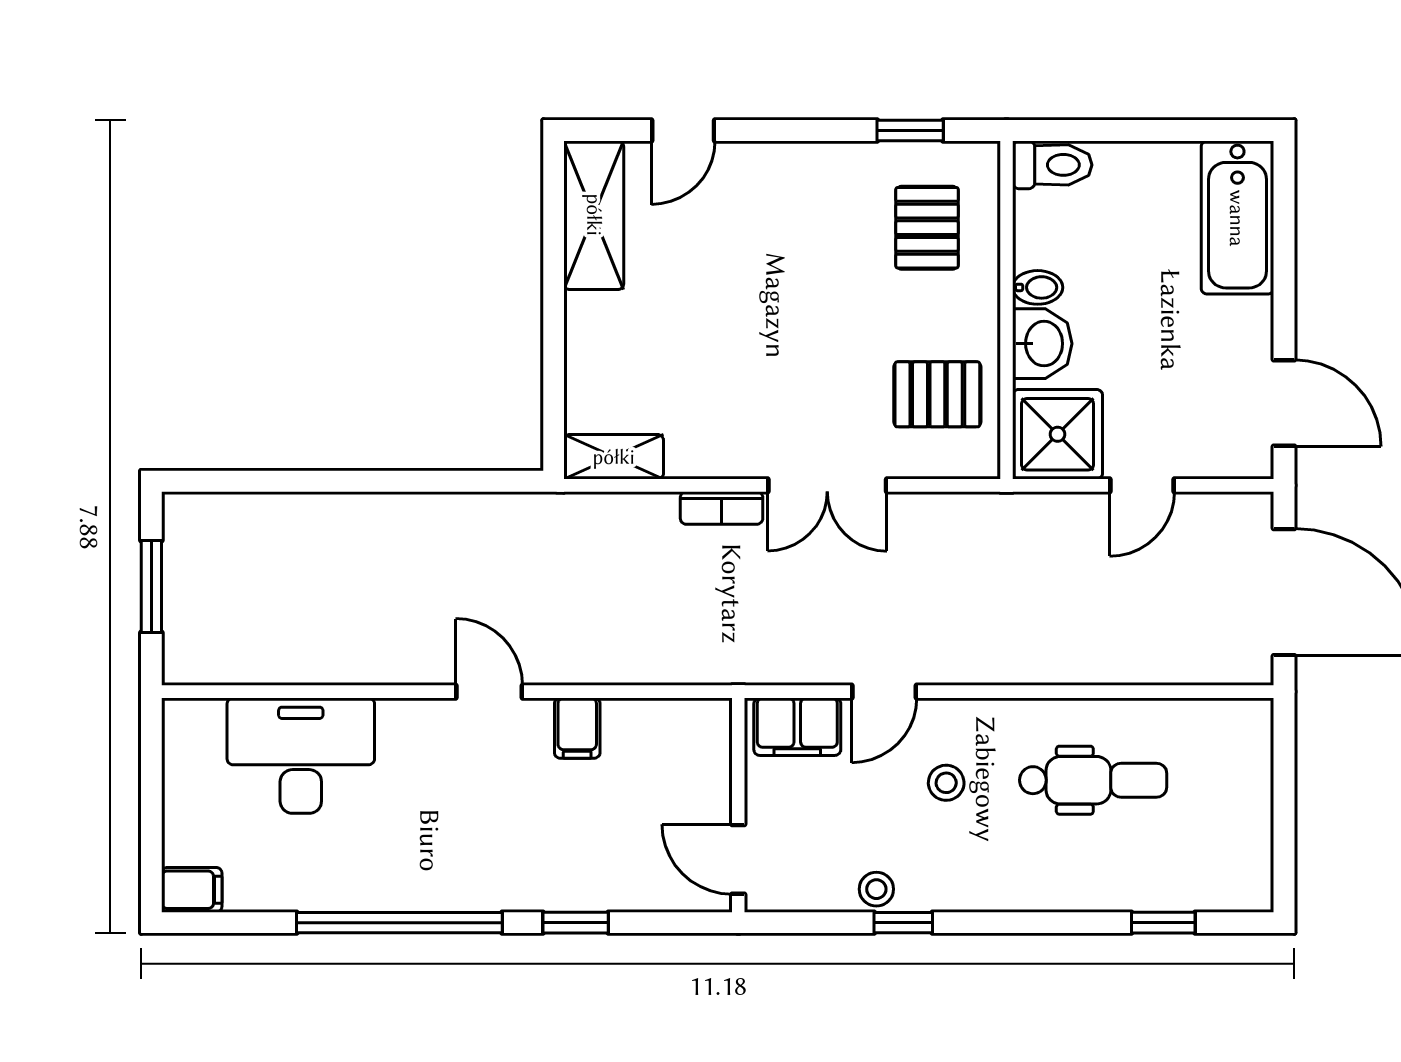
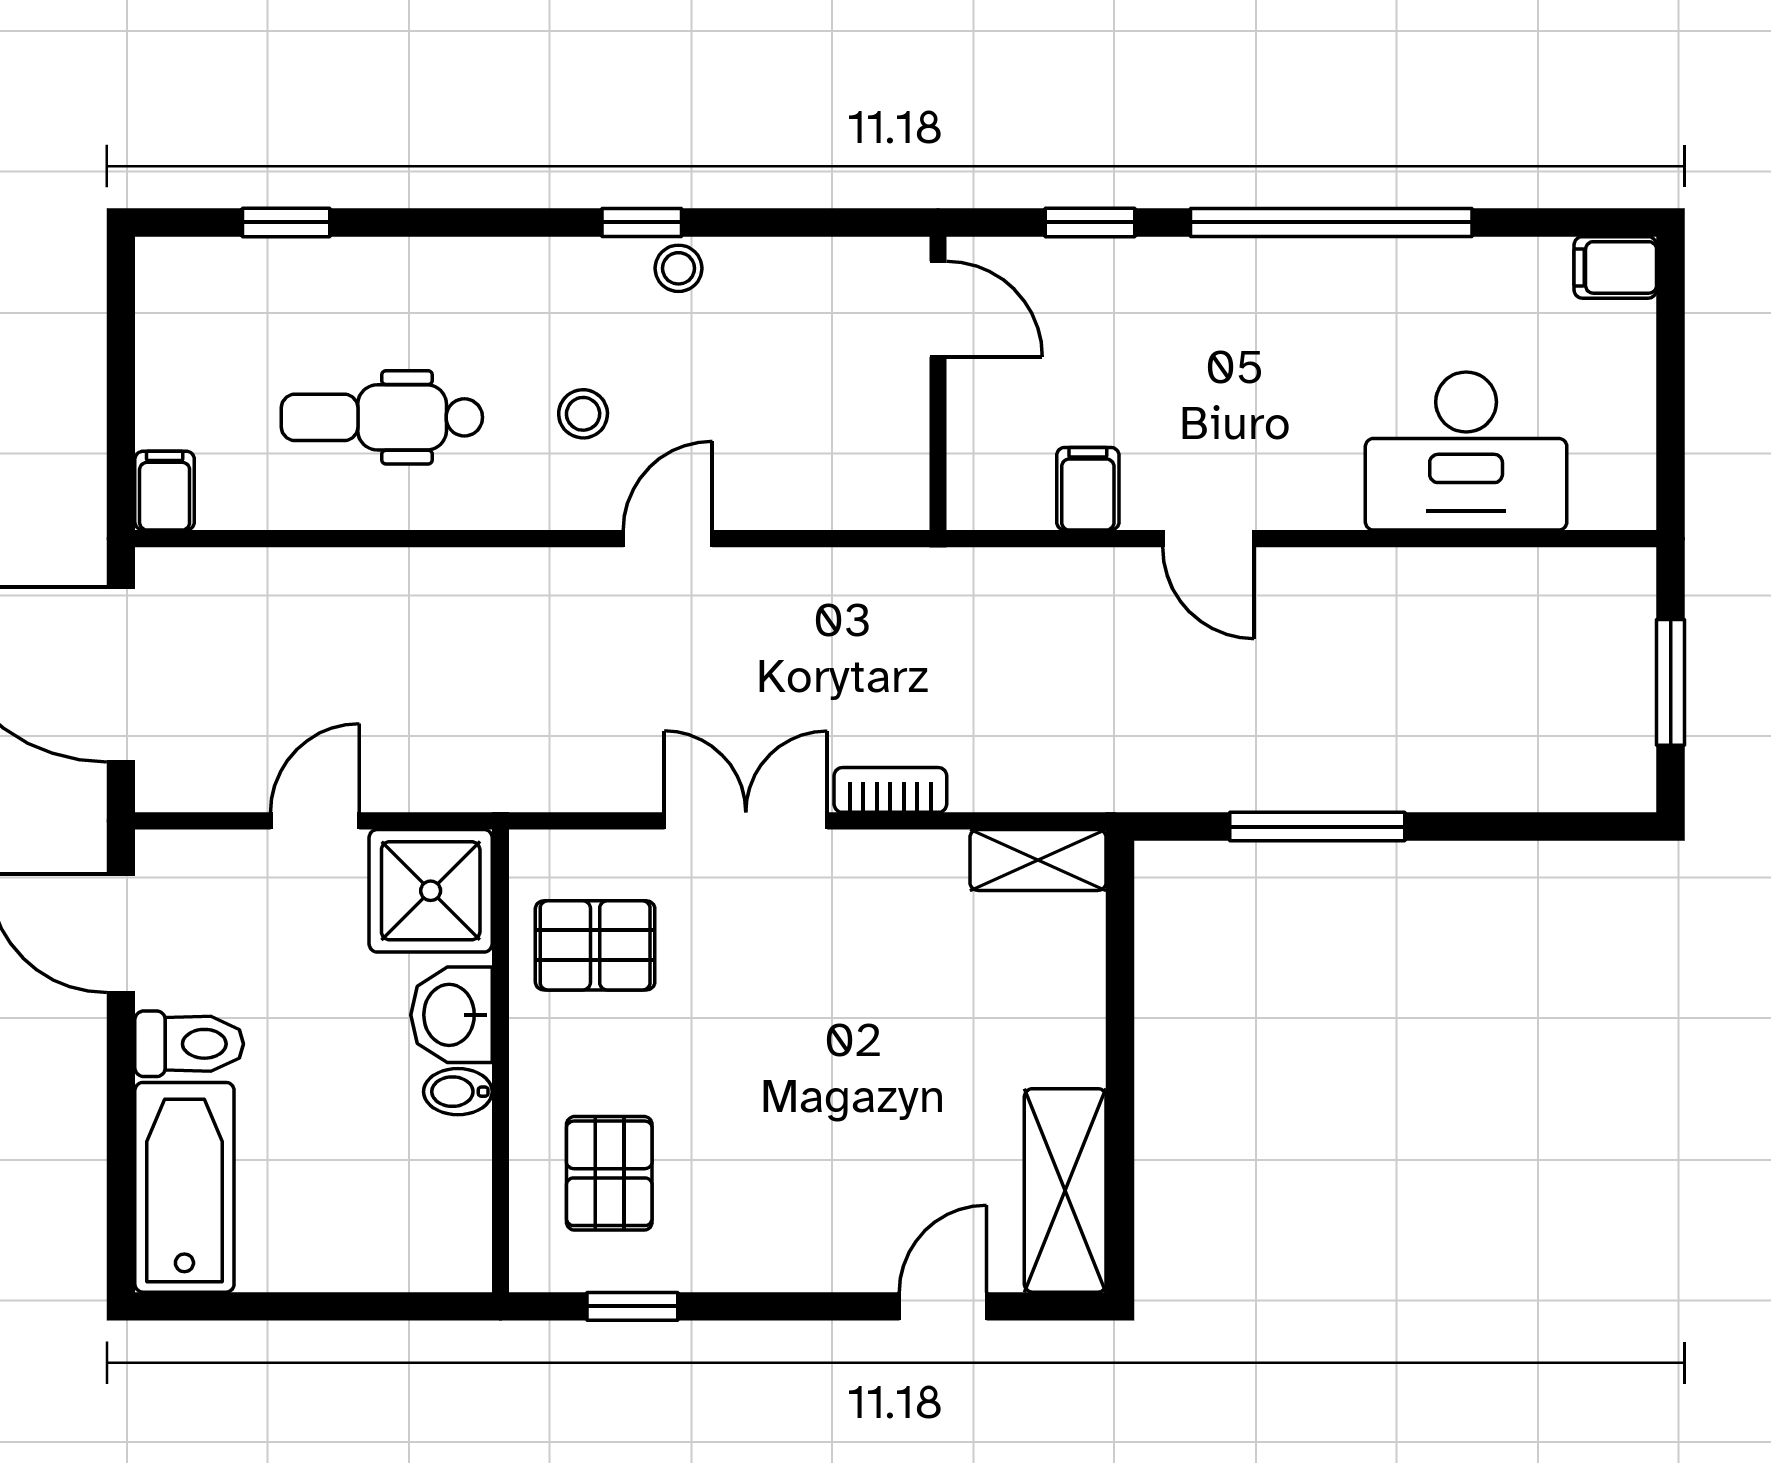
toilet: (1052, 165) -> (189, 1044), moved, turned 180
window: (410, 481) -> (1317, 827), added
filing cabinet: (797, 727) -> (165, 491), moved, width x0.50
wall: (738, 805) -> (938, 383), moved
door: (738, 859) -> (938, 309), moved

